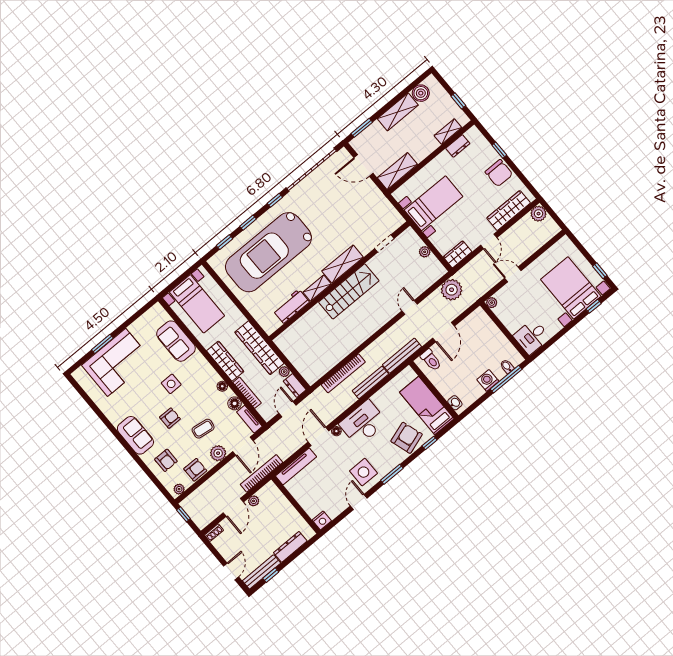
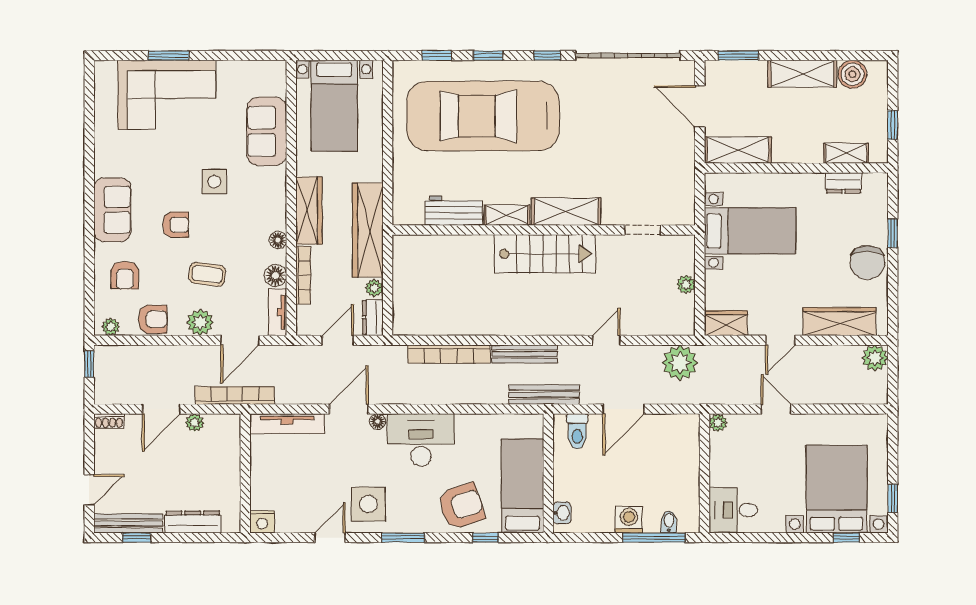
bench: (370, 382) -> (525, 354), moved

